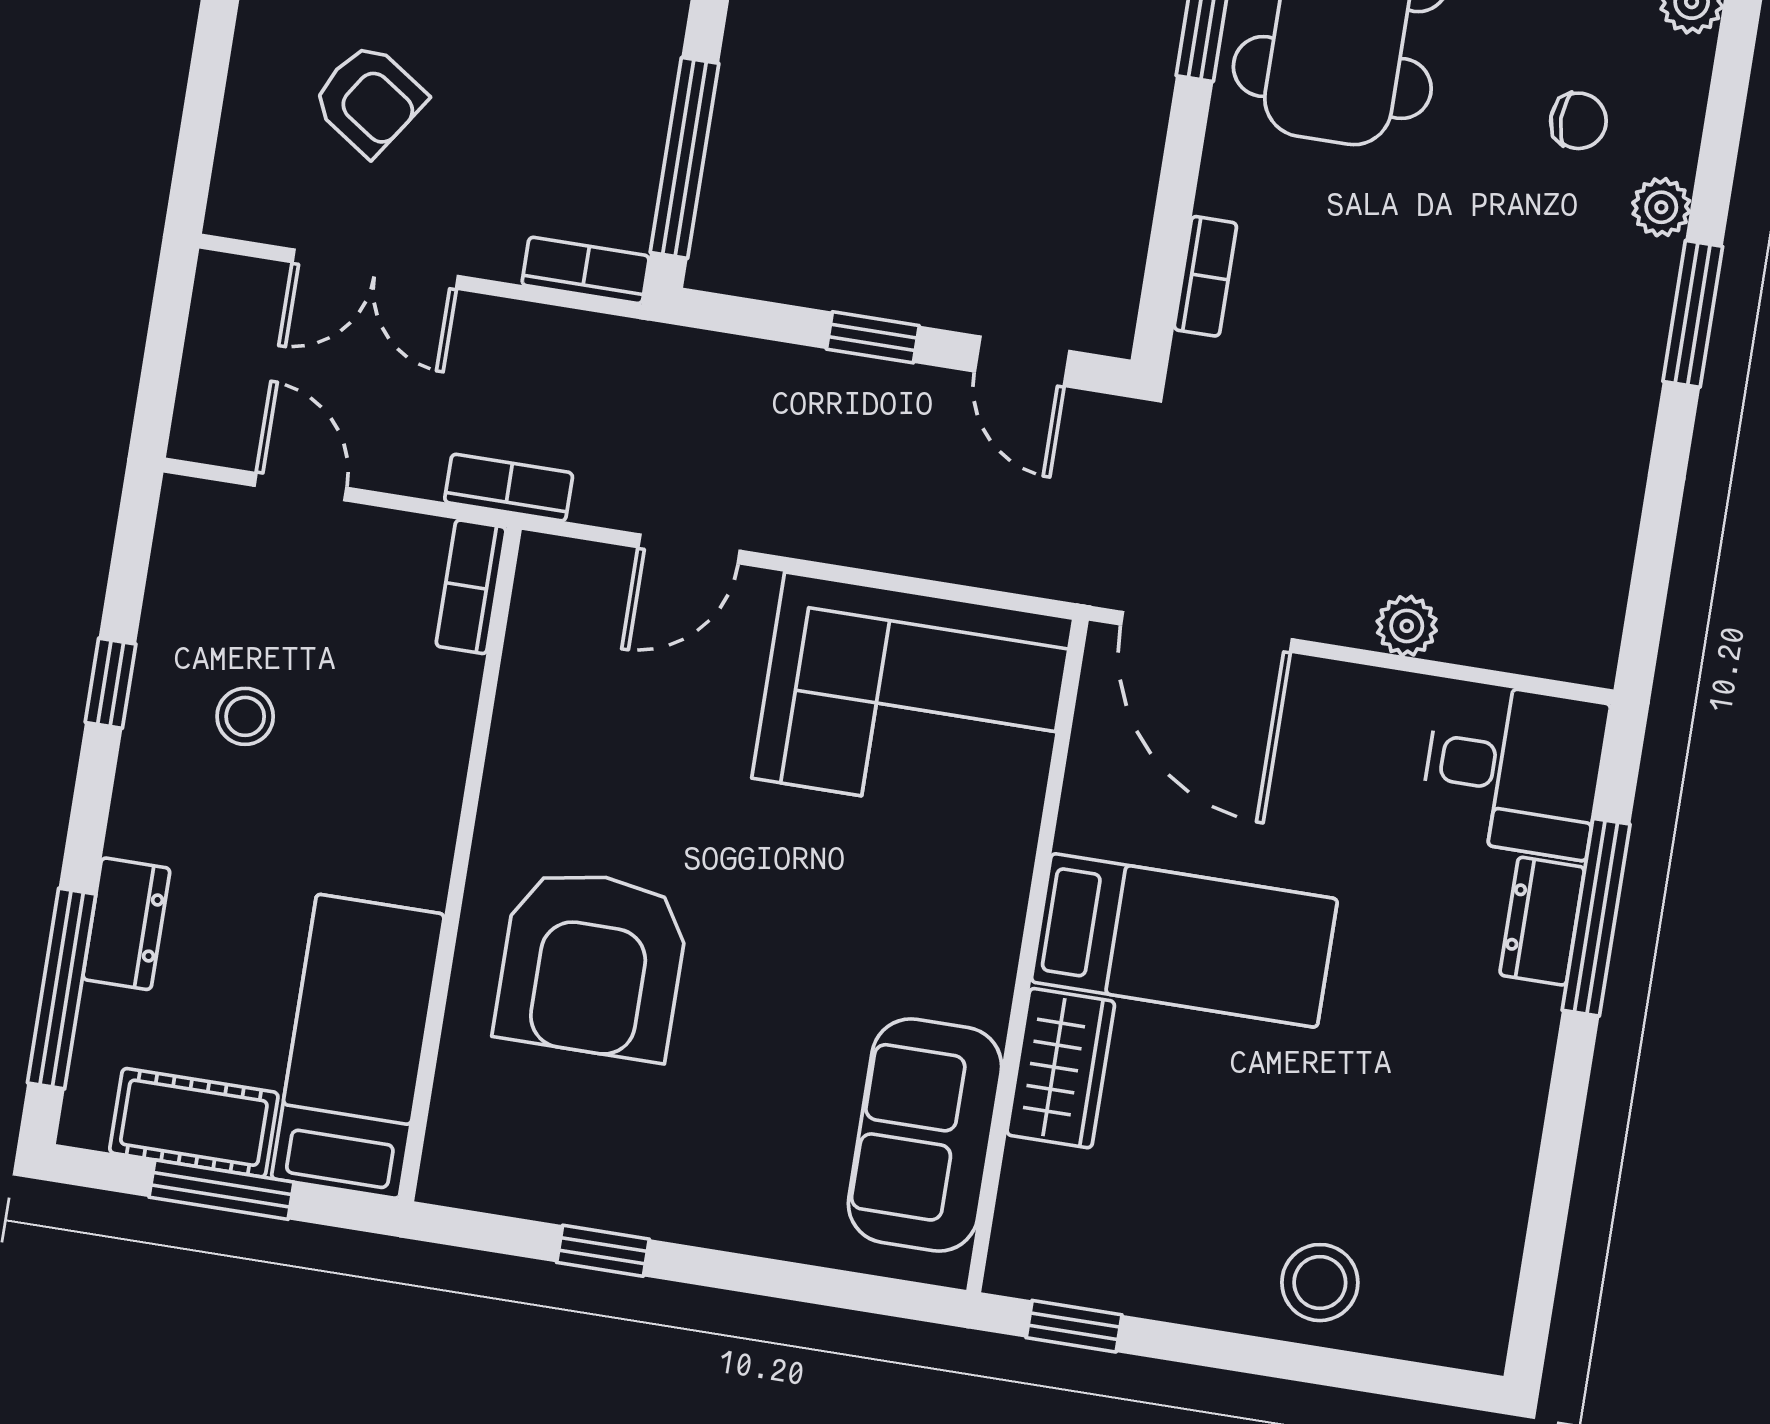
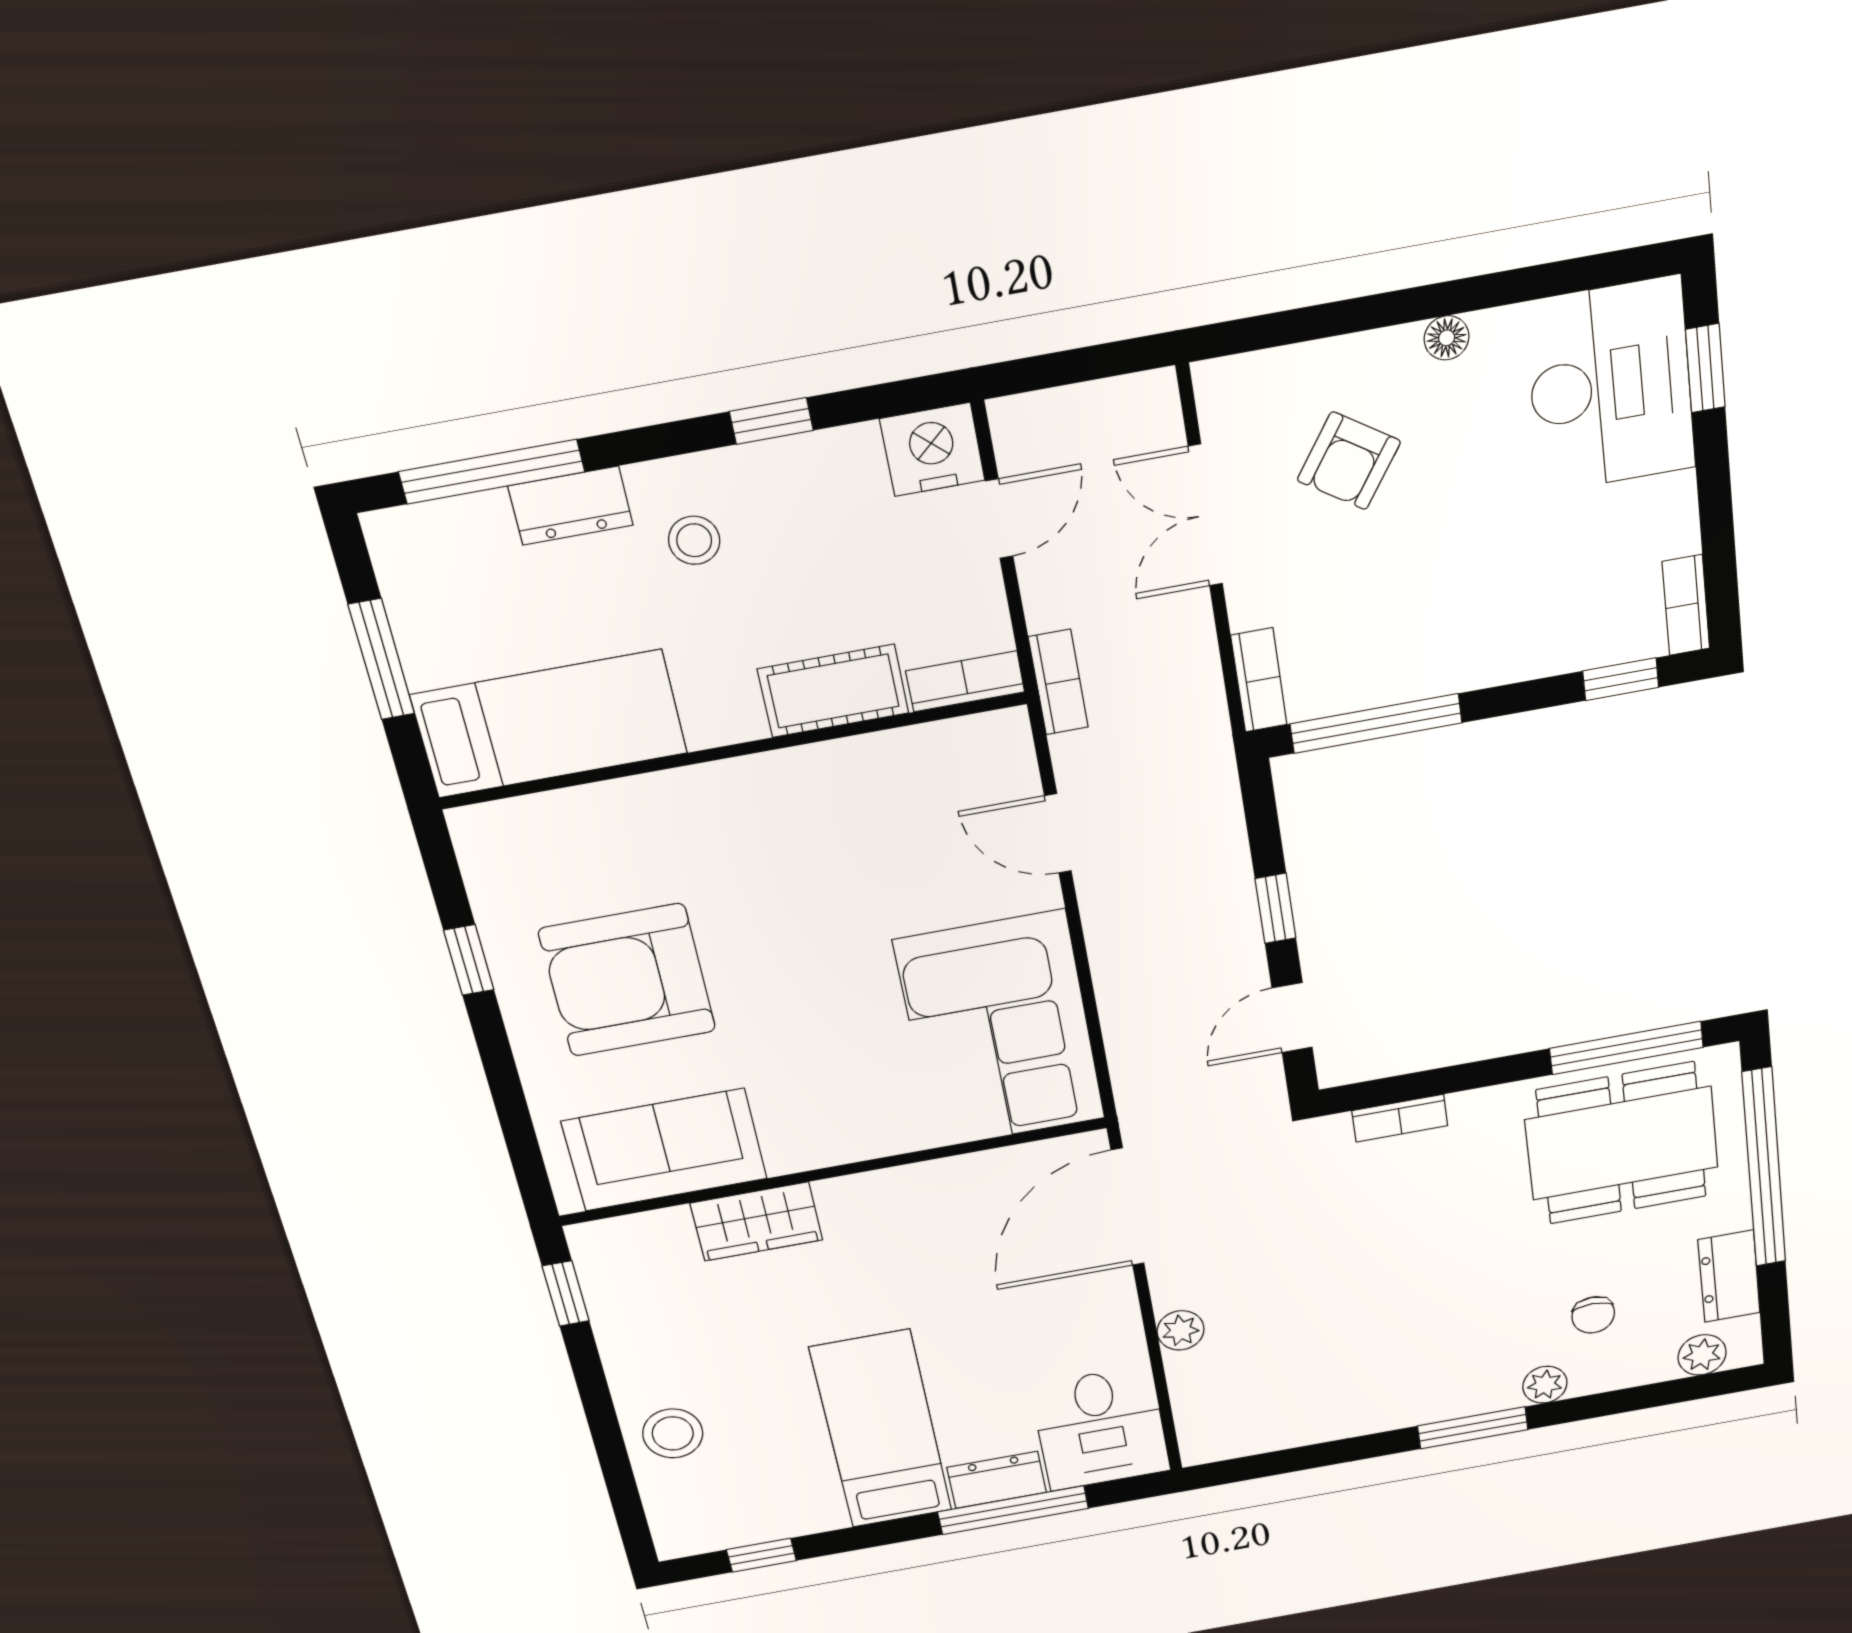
nightstand: (200, 529) -> (932, 449), added
stool: (245, 716) -> (694, 540), moved
bed: (1184, 940) -> (881, 1429), moved, turned 180
armchair: (592, 964) -> (627, 980), moved
cot: (194, 1123) -> (833, 691), moved, turned 90
window: (1543, 1248) -> (761, 1555), added

